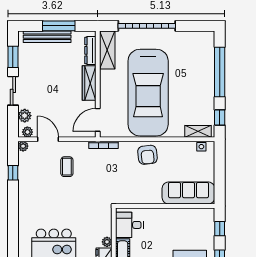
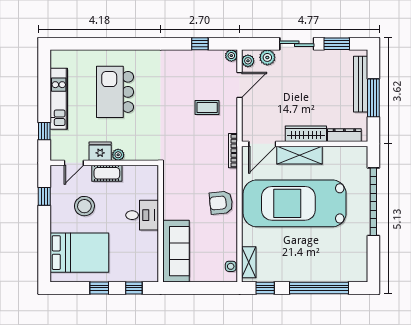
shelving: (107, 50) -> (300, 155), moved
door: (98, 120) -> (262, 144), swing flipped
desk: (129, 225) -> (142, 215), moved, turned 90

